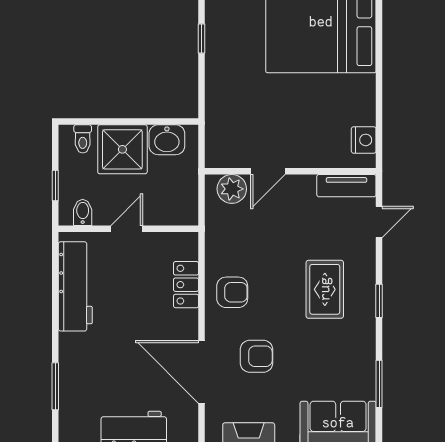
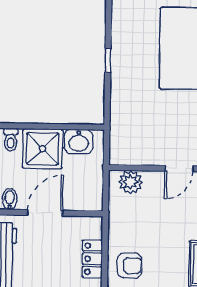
door: (268, 171) -> (179, 168), moved
door: (127, 229) -> (45, 213), width x1.38

